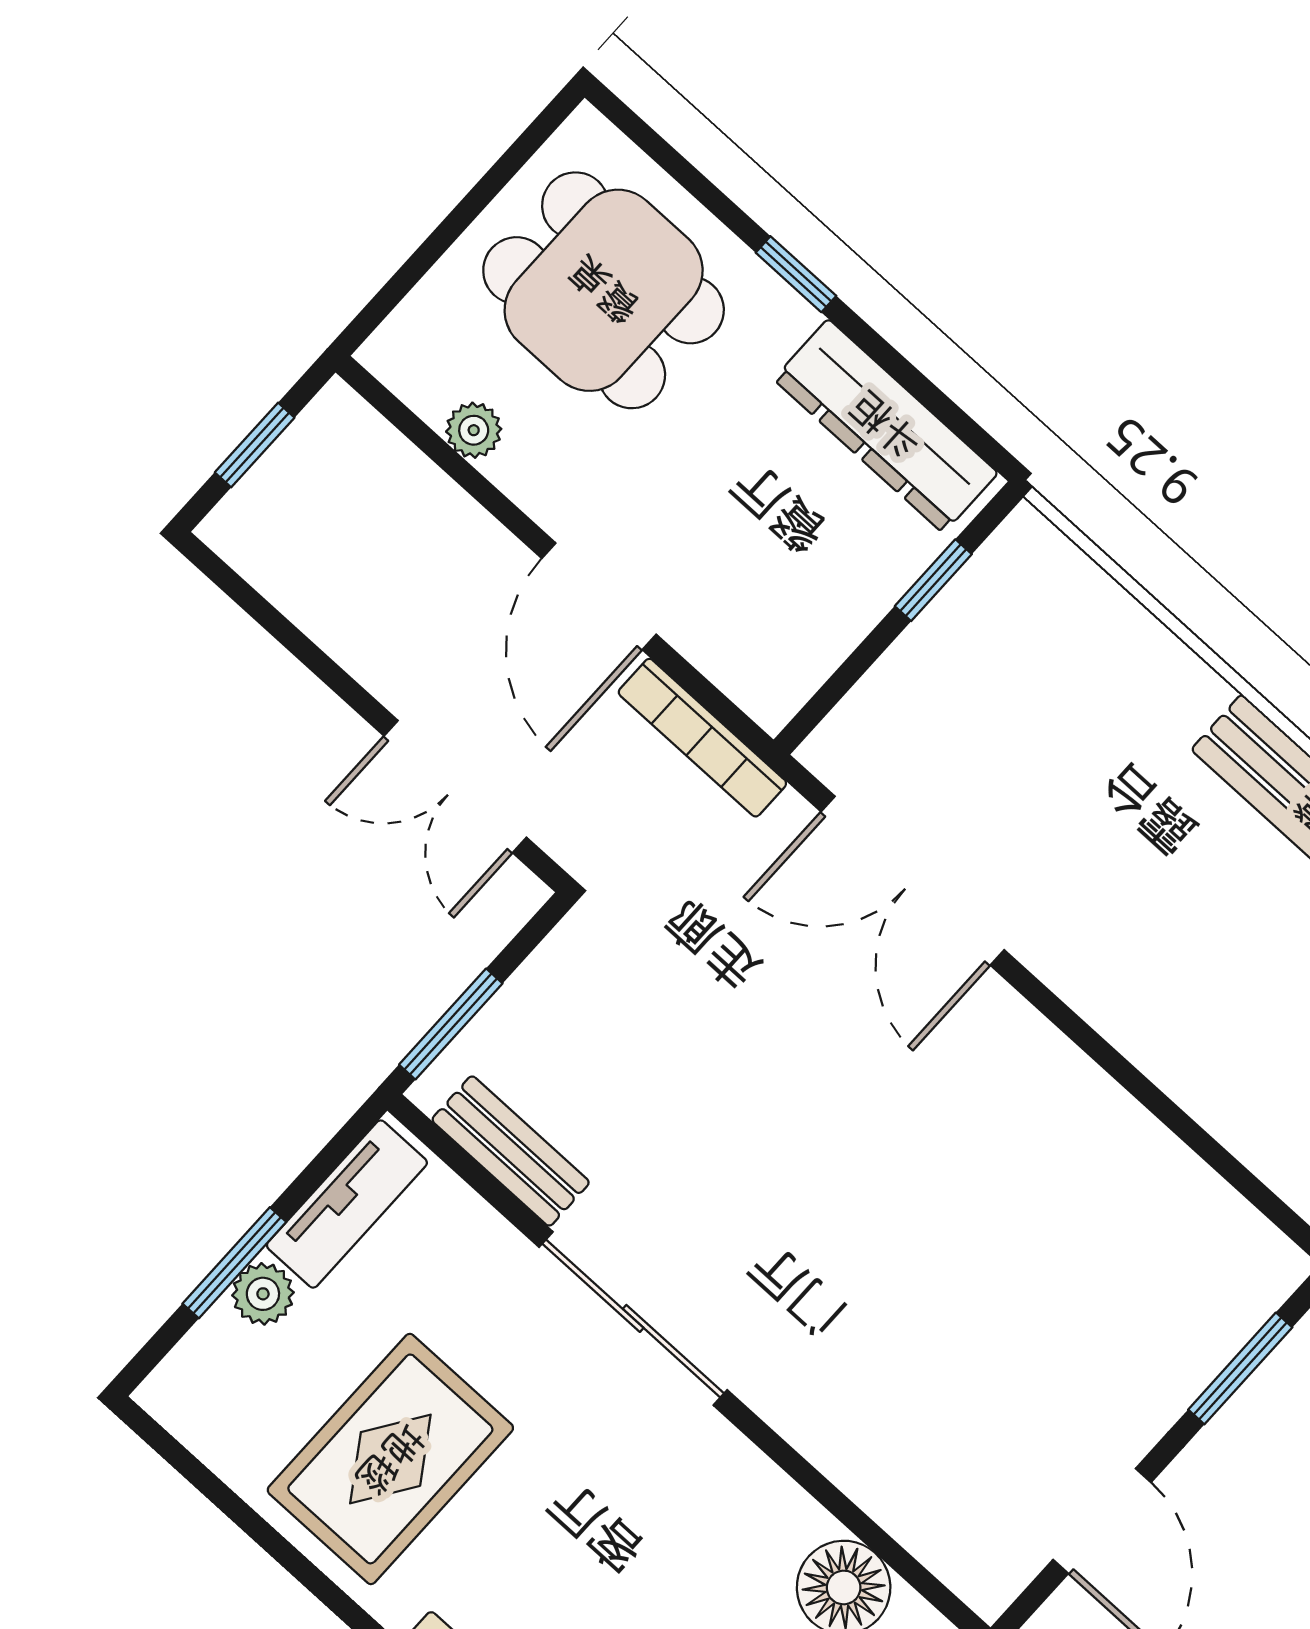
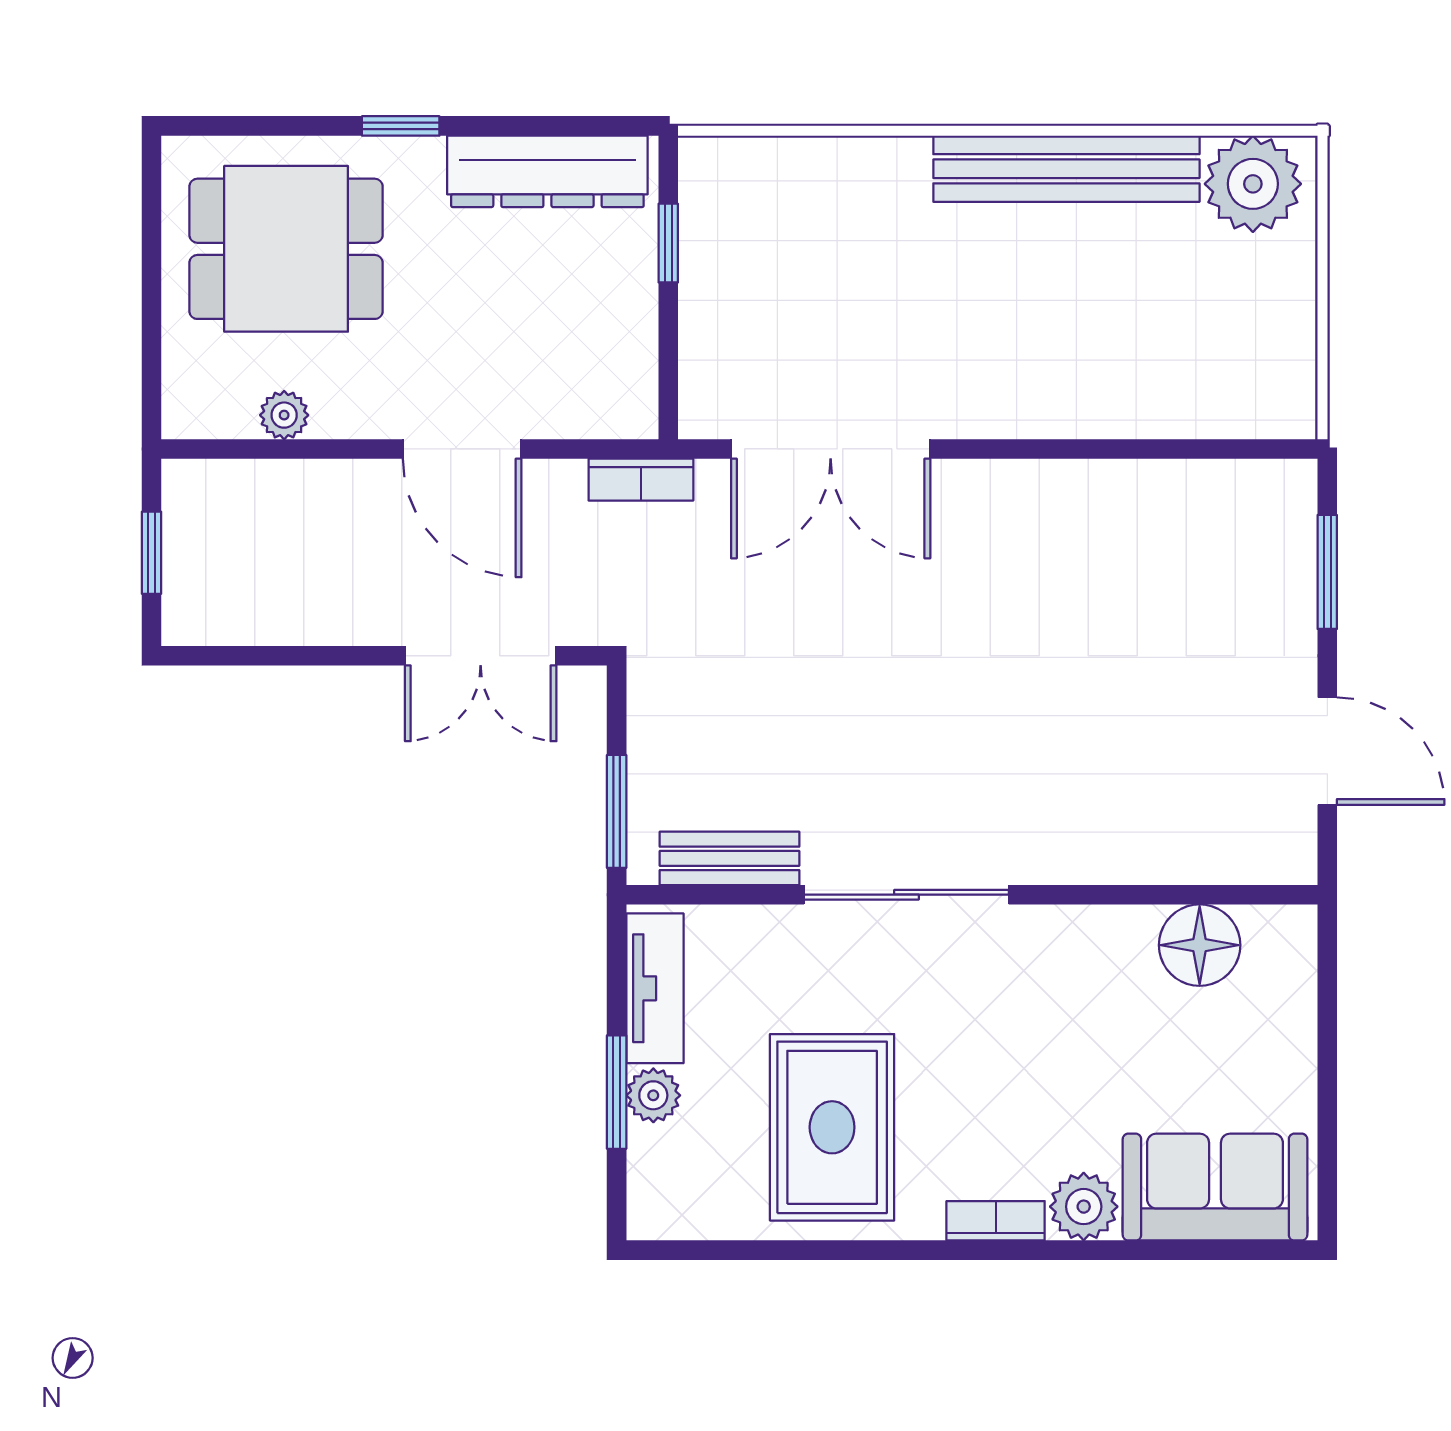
bookcase: (702, 738) -> (641, 480), width x0.64

